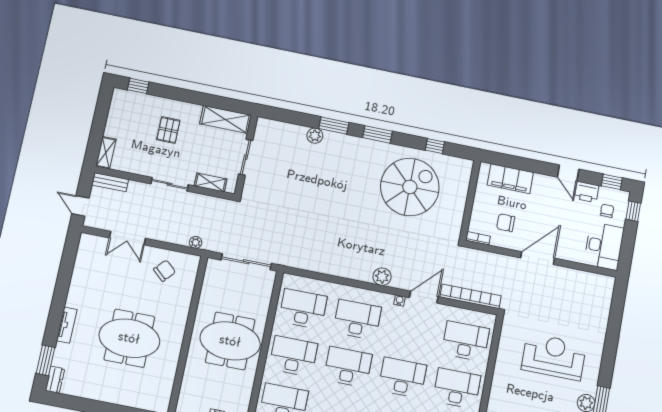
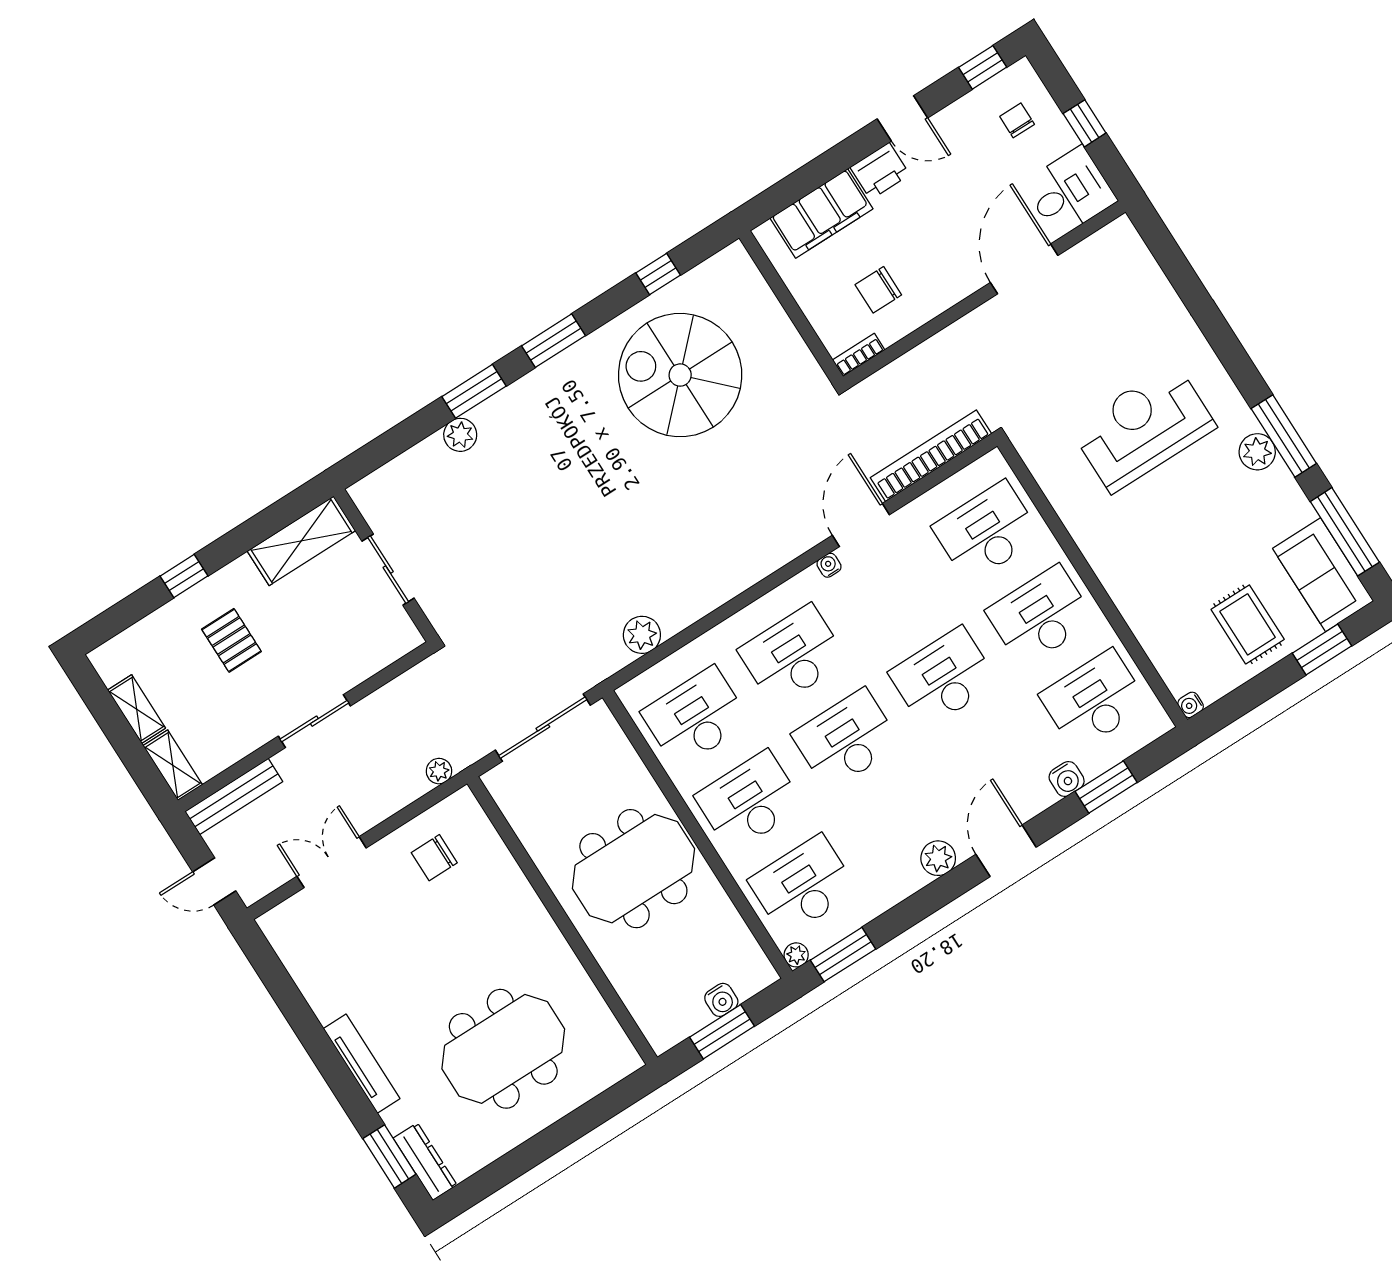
window: (138, 86) -> (184, 576), moved
bench: (110, 182) -> (234, 796), width x1.36
shelving: (211, 183) -> (137, 709), moved, turned 90
spiral stairs: (410, 187) -> (680, 375), turned -90
printer: (587, 192) -> (880, 171), moved
window: (633, 211) -> (1085, 123), moved
double door: (127, 238) -> (332, 862), swing flipped
desk: (604, 246) -> (1070, 192), width x0.73
door: (538, 258) -> (1024, 269), moved
chair: (165, 271) -> (434, 858), turned -132
plant: (382, 277) -> (642, 635), moved
tv unit: (67, 325) -> (362, 1064), width x1.41
meeting table: (129, 338) -> (503, 1049), moved
dresser: (55, 380) -> (425, 1162), width x1.44

